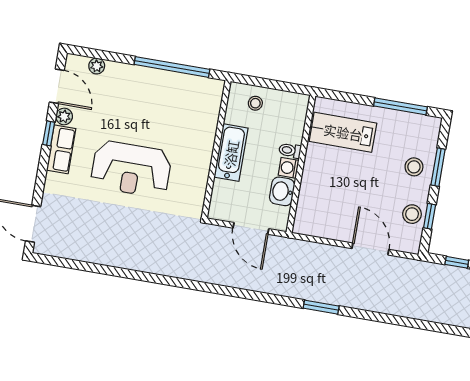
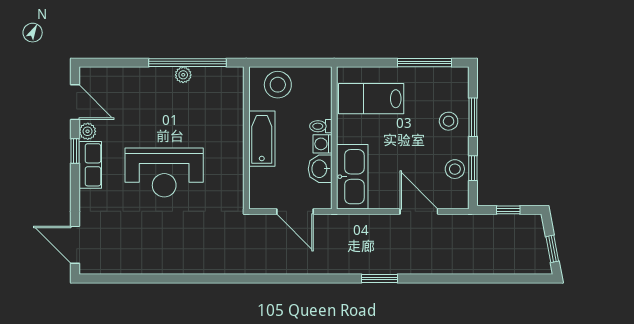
plant: (97, 66) -> (183, 75), moved
stool: (255, 103) -> (278, 85), width x1.89, depth x1.89
kitchen sink: (312, 204) -> (352, 177), added

